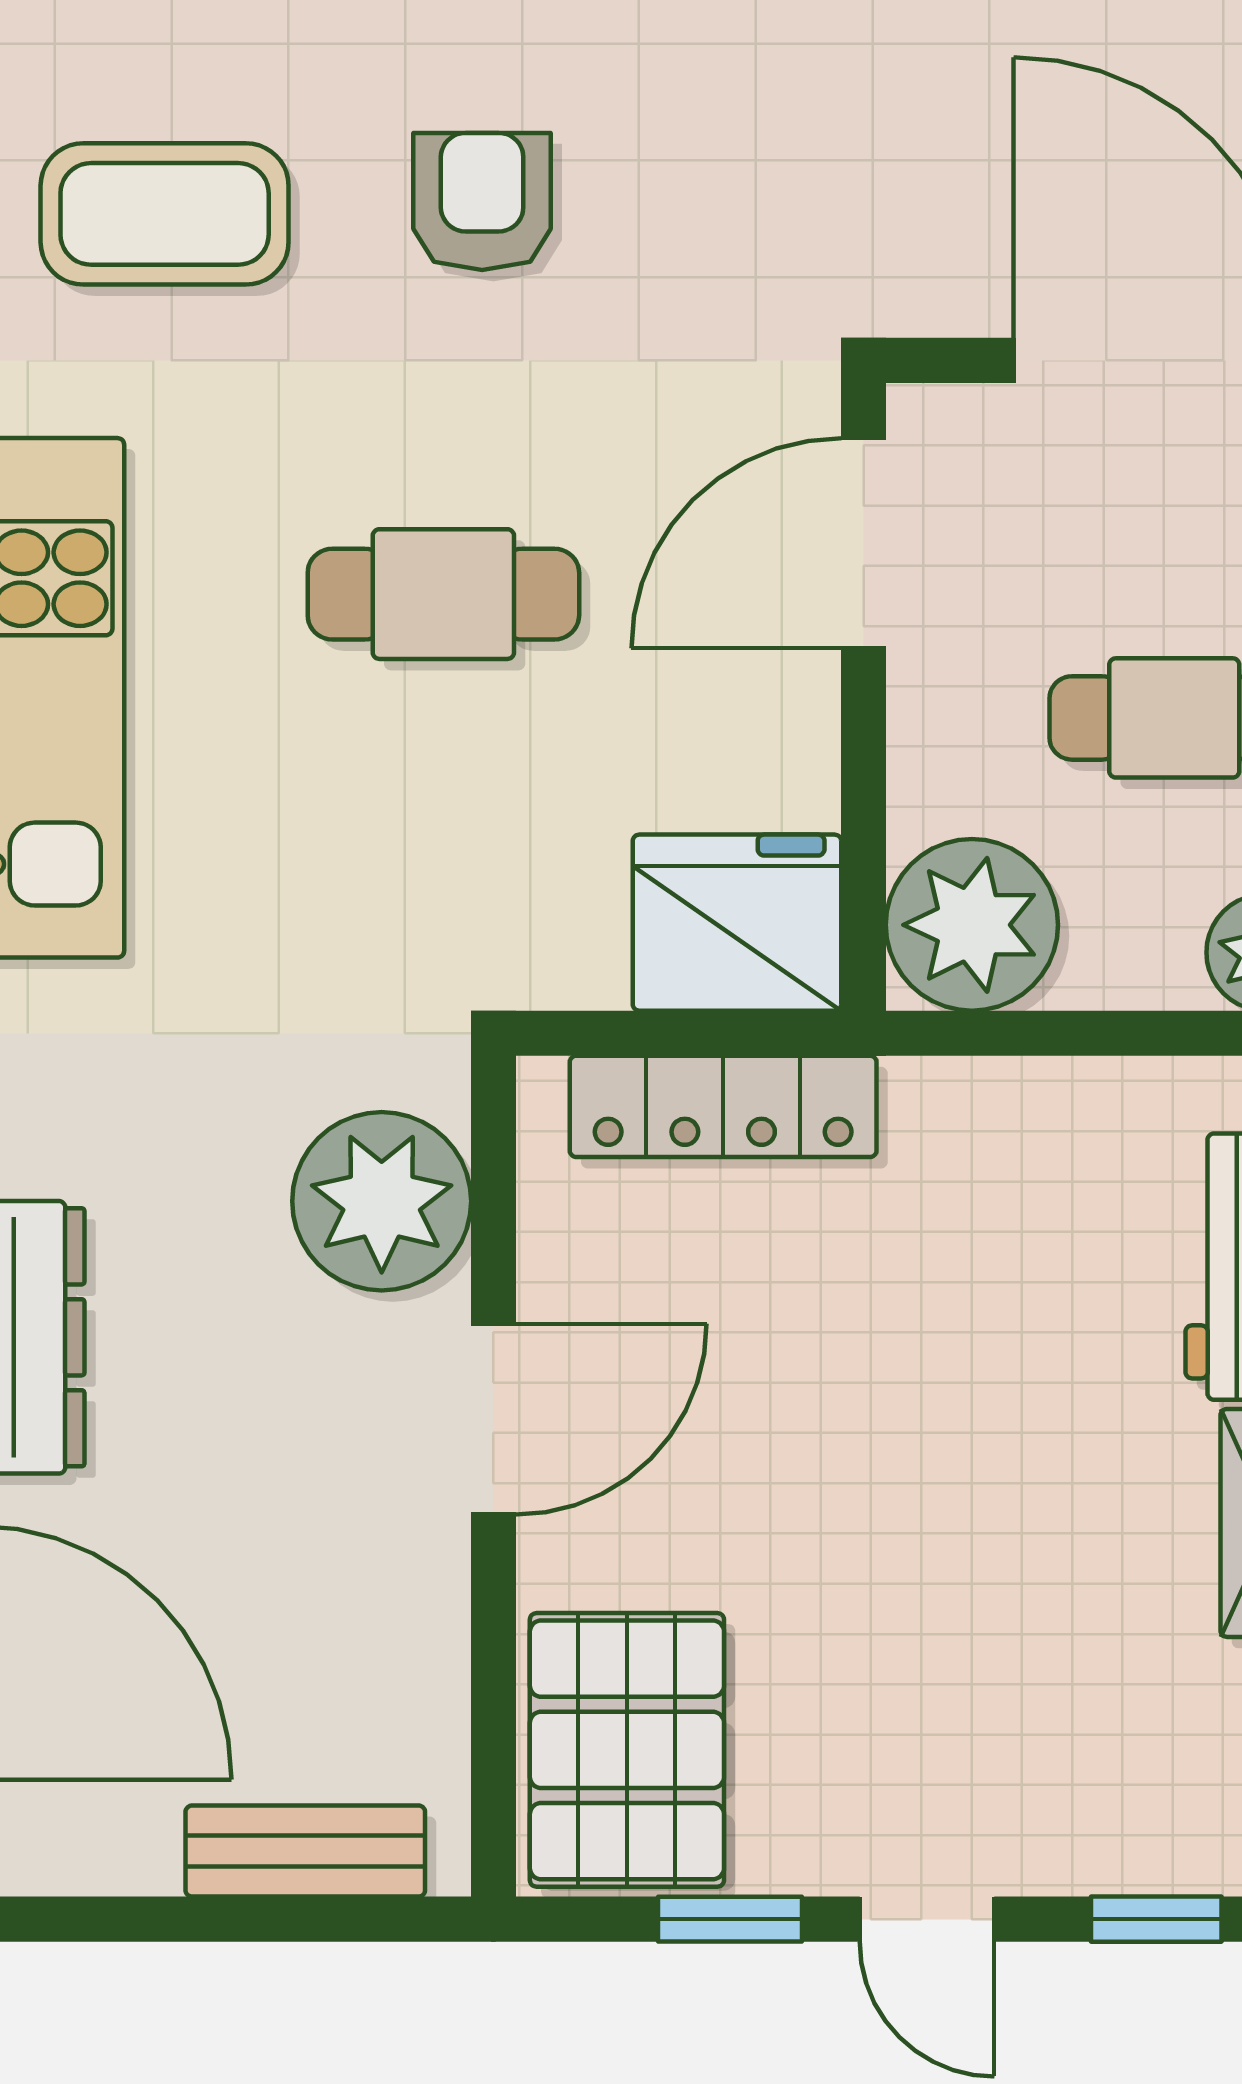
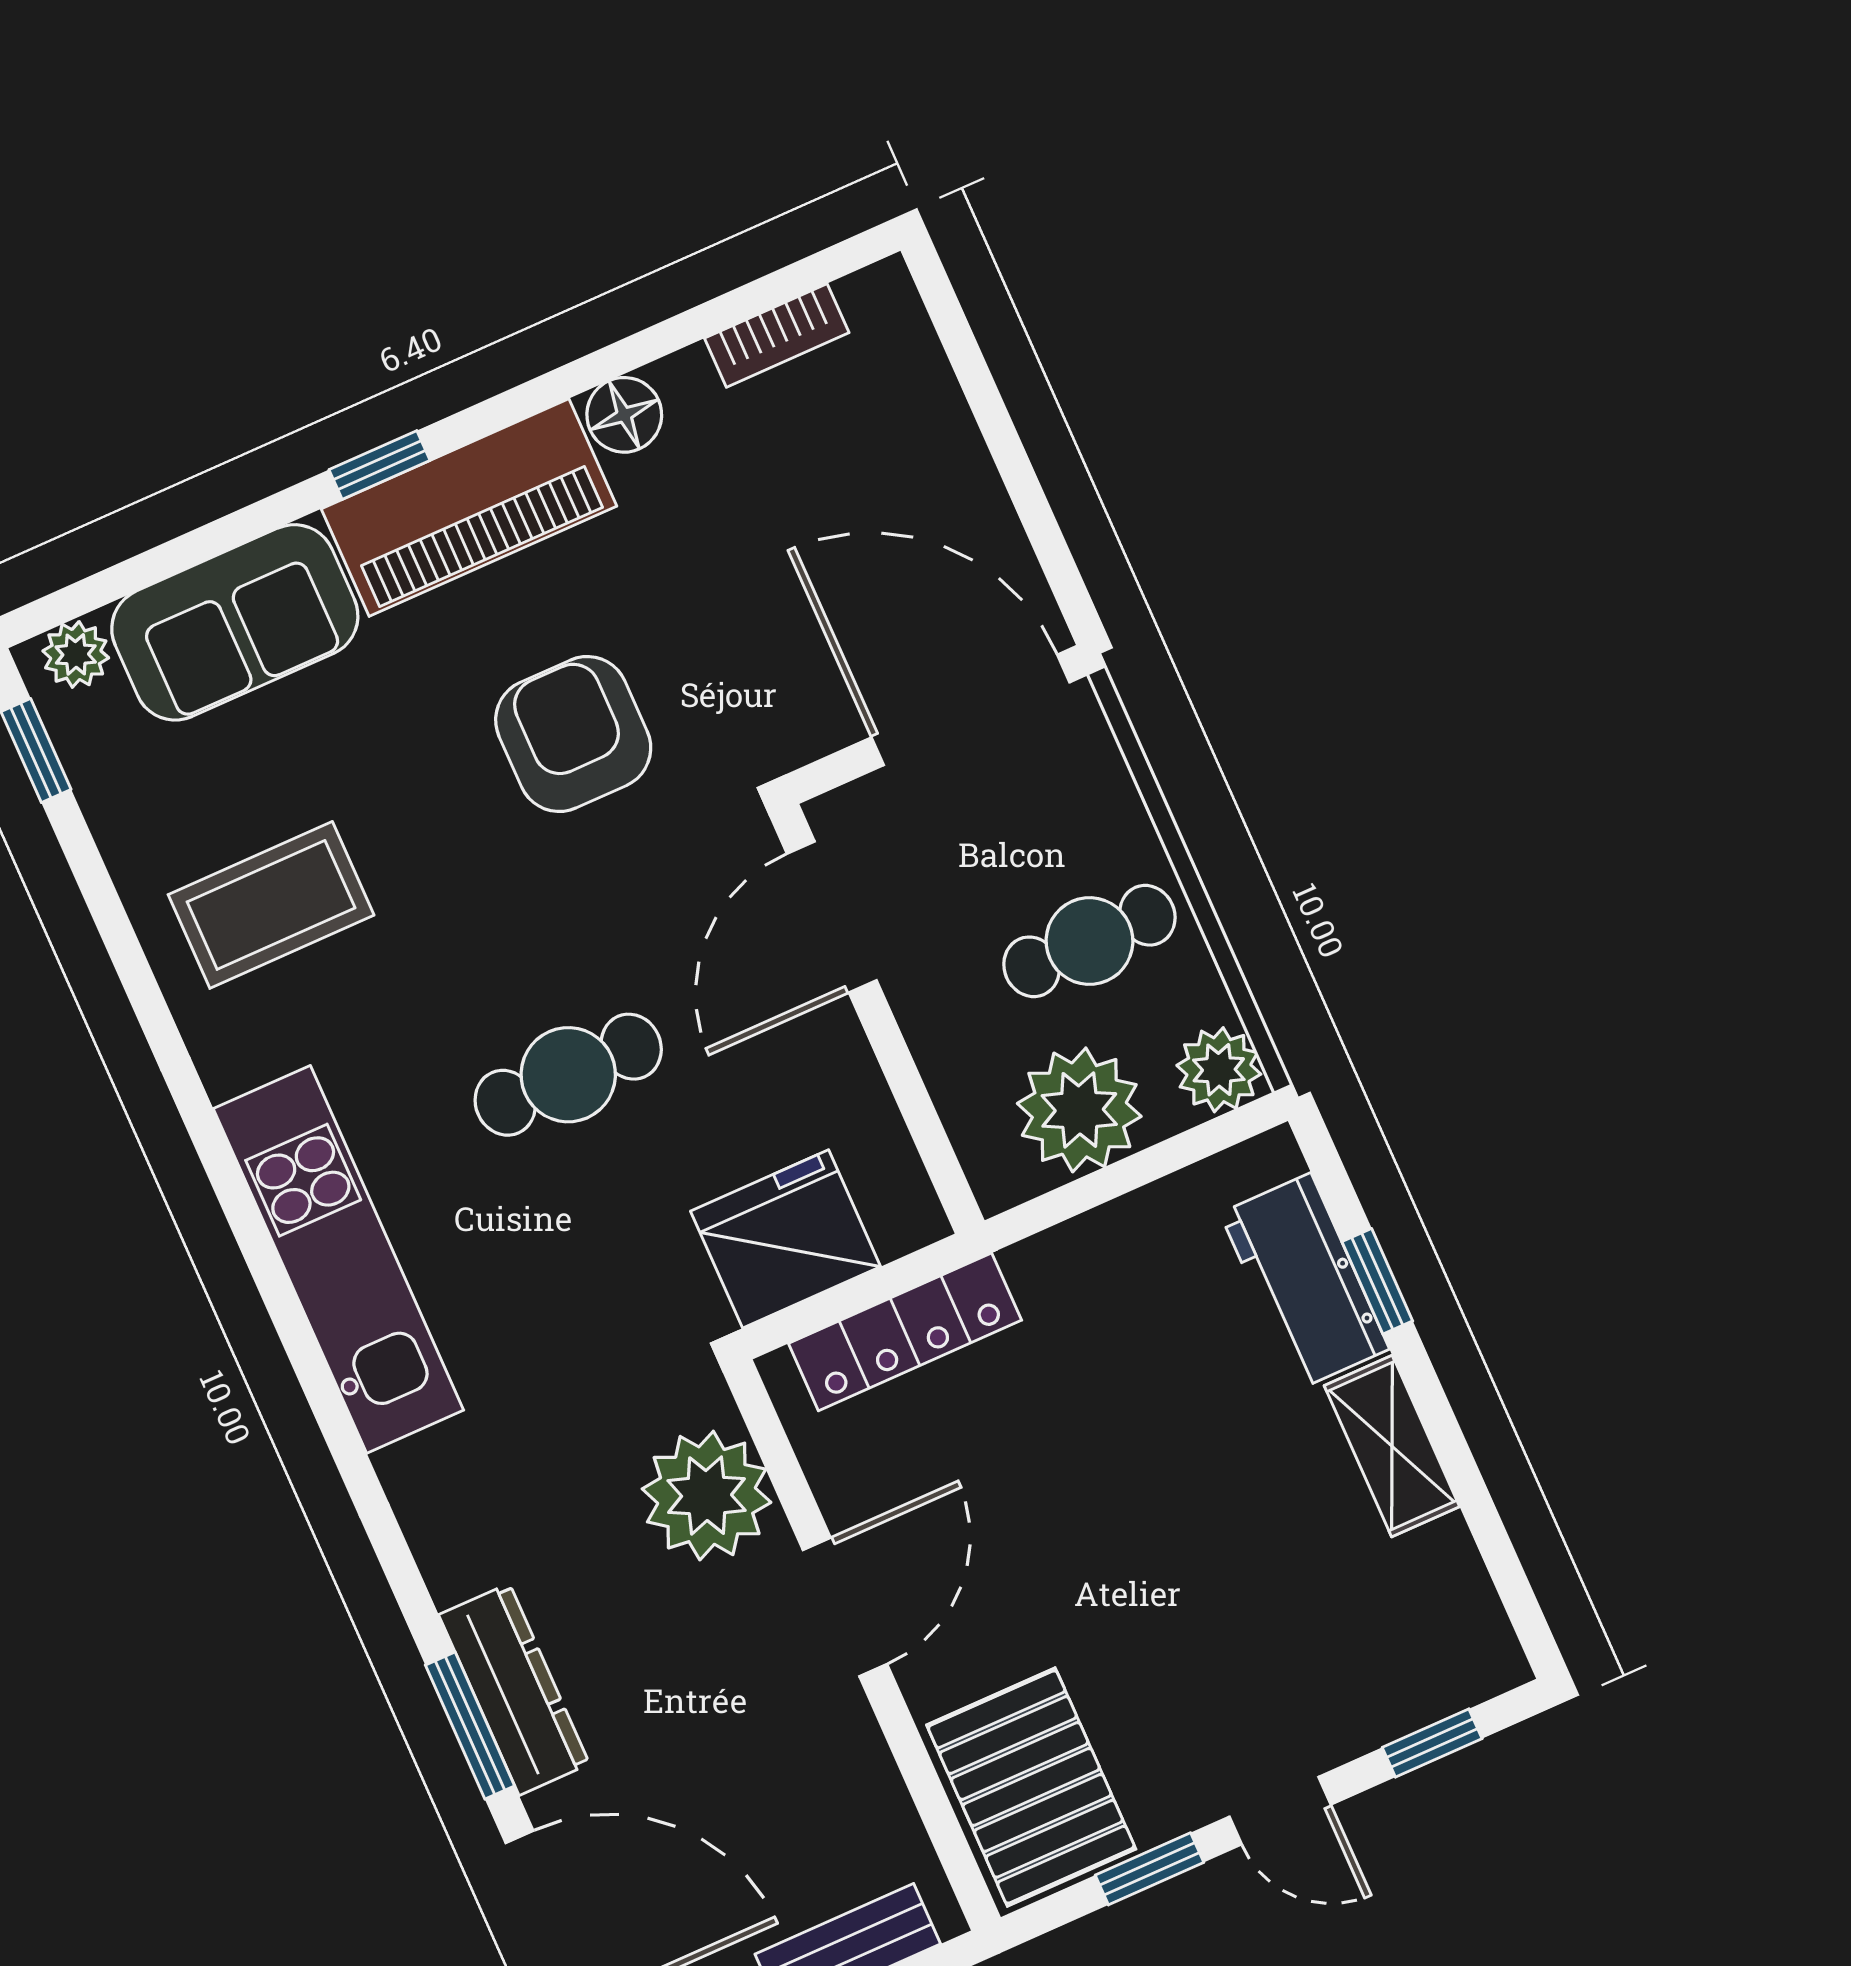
armchair: (482, 201) -> (573, 734), moved, width x1.38, depth x1.38
fridge: (737, 923) -> (786, 1239), moved
plant: (972, 925) -> (1079, 1110), moved

